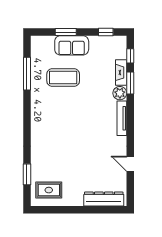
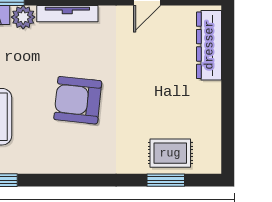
armchair: (73, 124) -> (78, 100), added
rug: (49, 190) -> (170, 153), moved, turned 90

